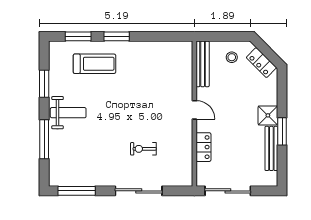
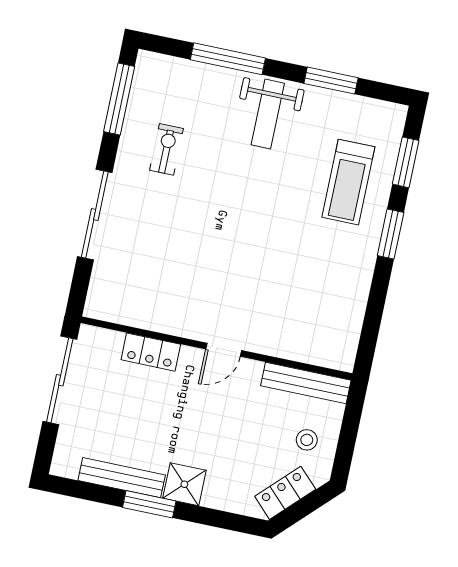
exercise bike: (143, 149) -> (166, 149), moved

